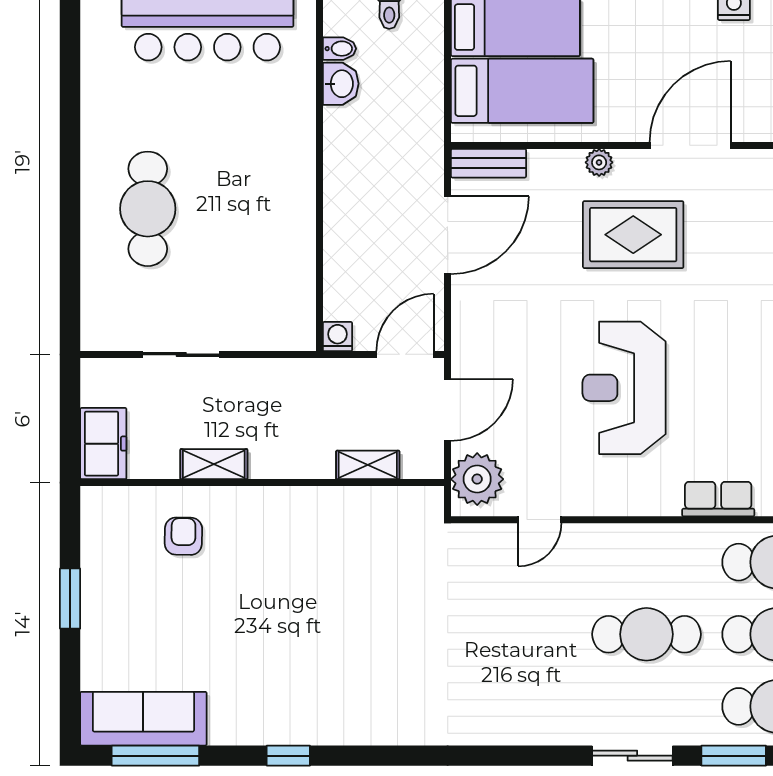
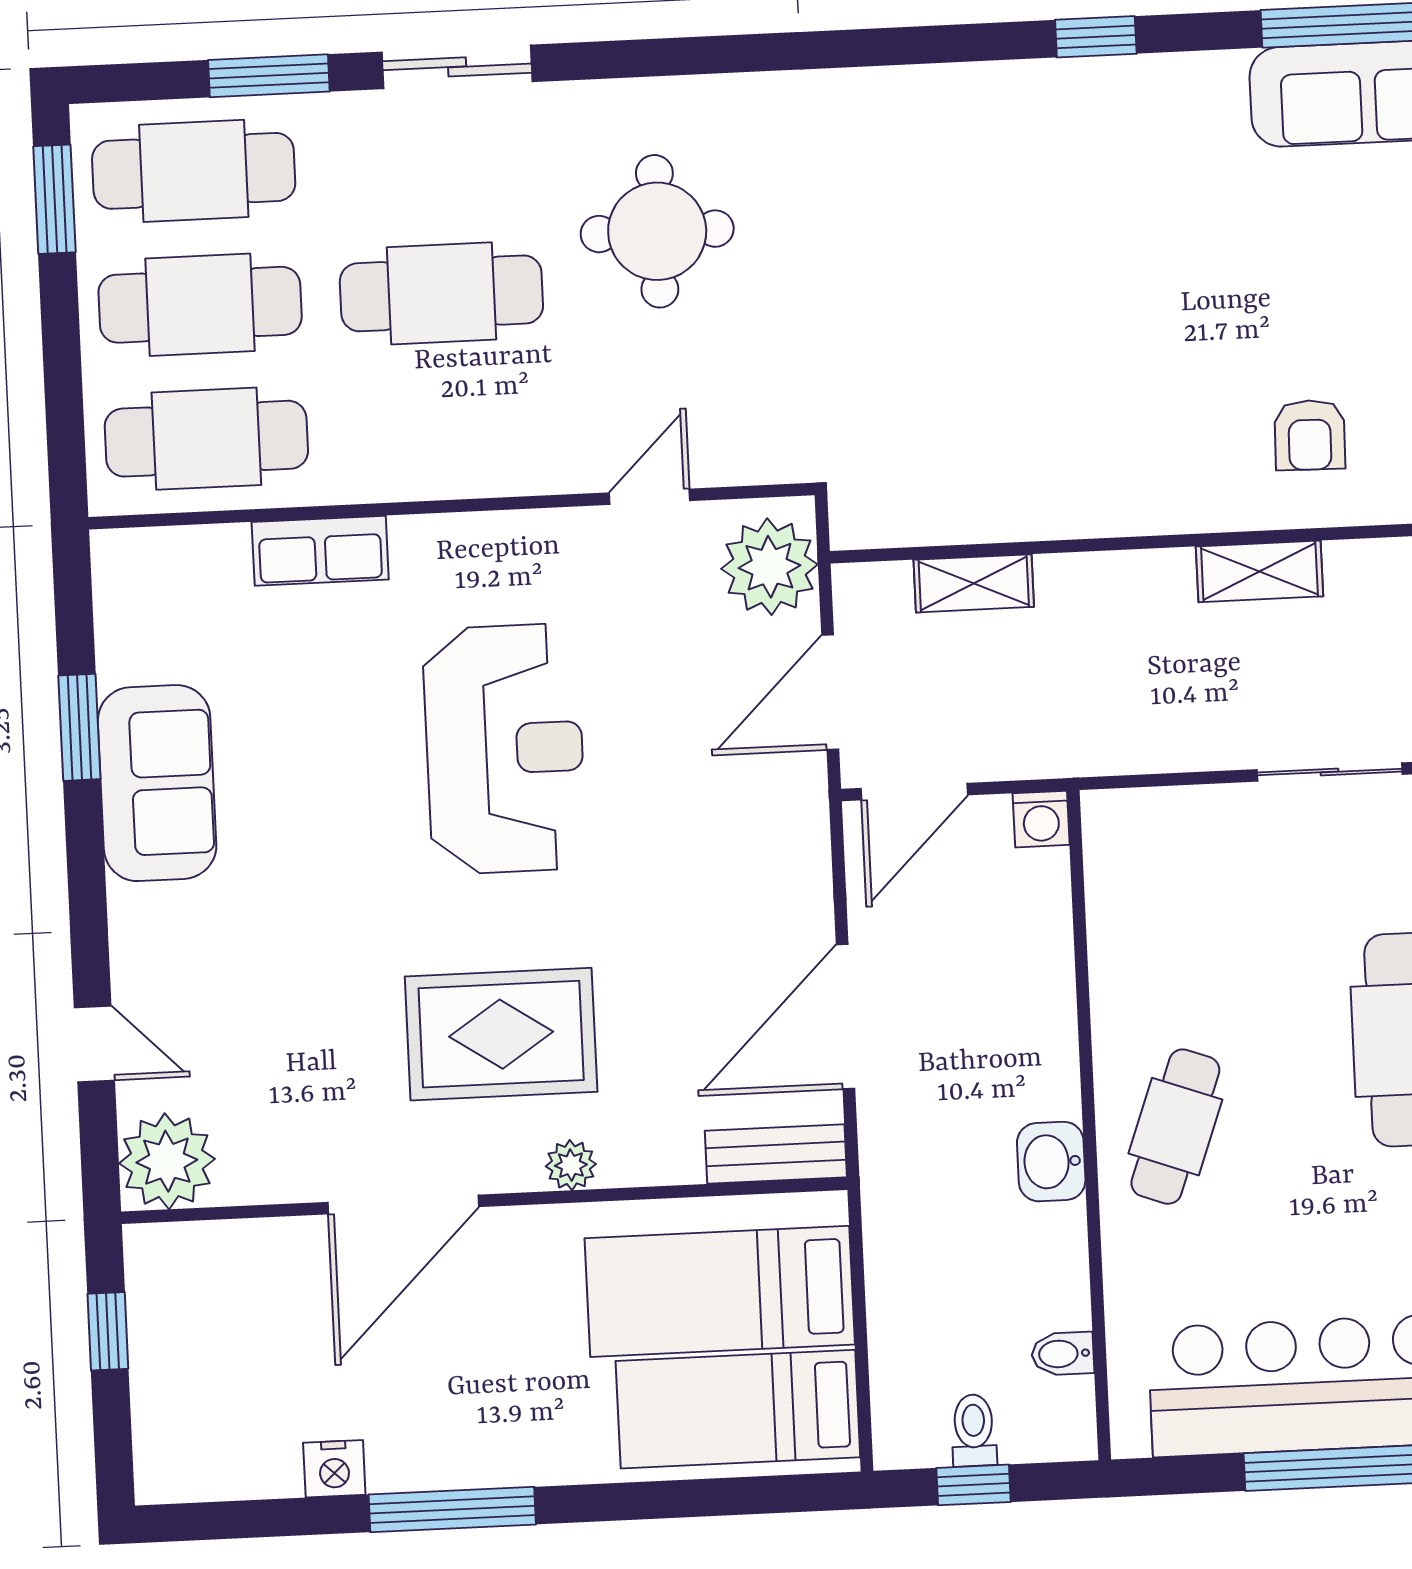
washbasin: (341, 84) -> (1051, 1162), moved
cafe table: (273, 168) -> (1175, 1127), added
round table: (529, 662) -> (657, 231), added

